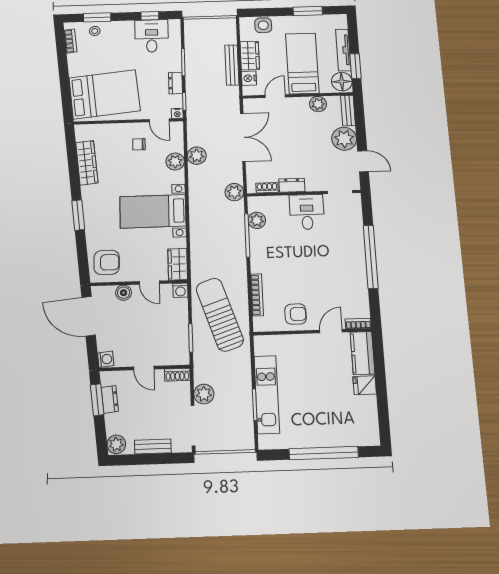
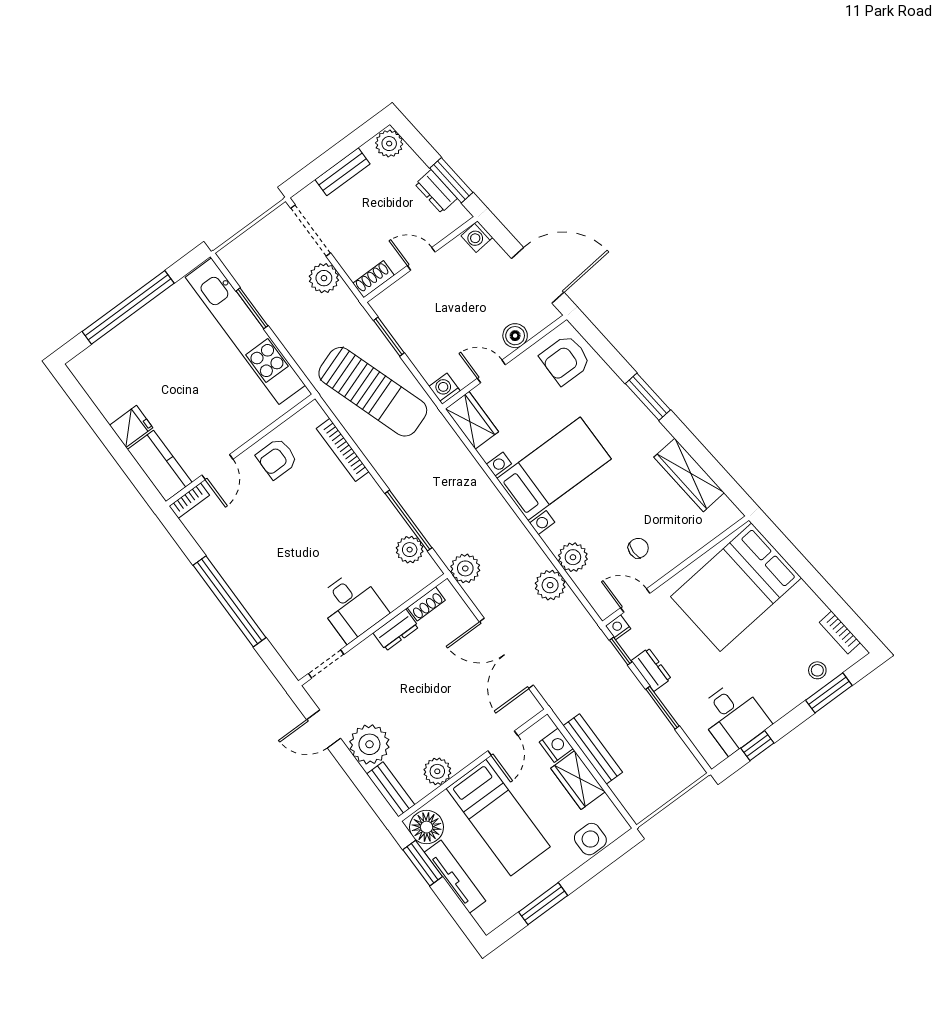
kitchen unit: (267, 394) -> (245, 331), width x1.36

